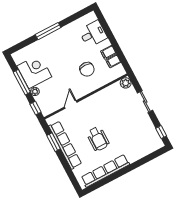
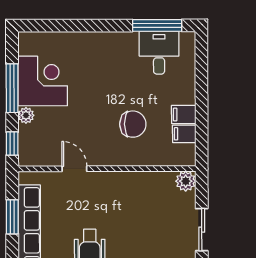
window: (48, 31) -> (157, 25), moved
desk: (93, 34) -> (159, 53), moved, turned -90
chair: (87, 69) -> (133, 124), turned -90
door: (71, 105) -> (74, 169), hinge flipped

